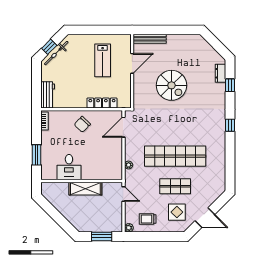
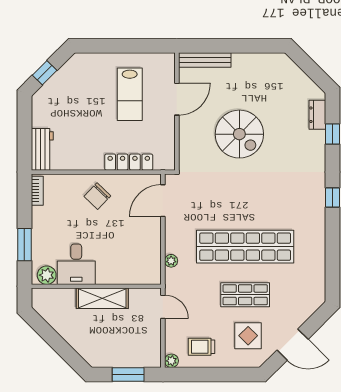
bicycle: (56, 53) -> (56, 83), removed
plant: (50, 174) -> (47, 275), added

